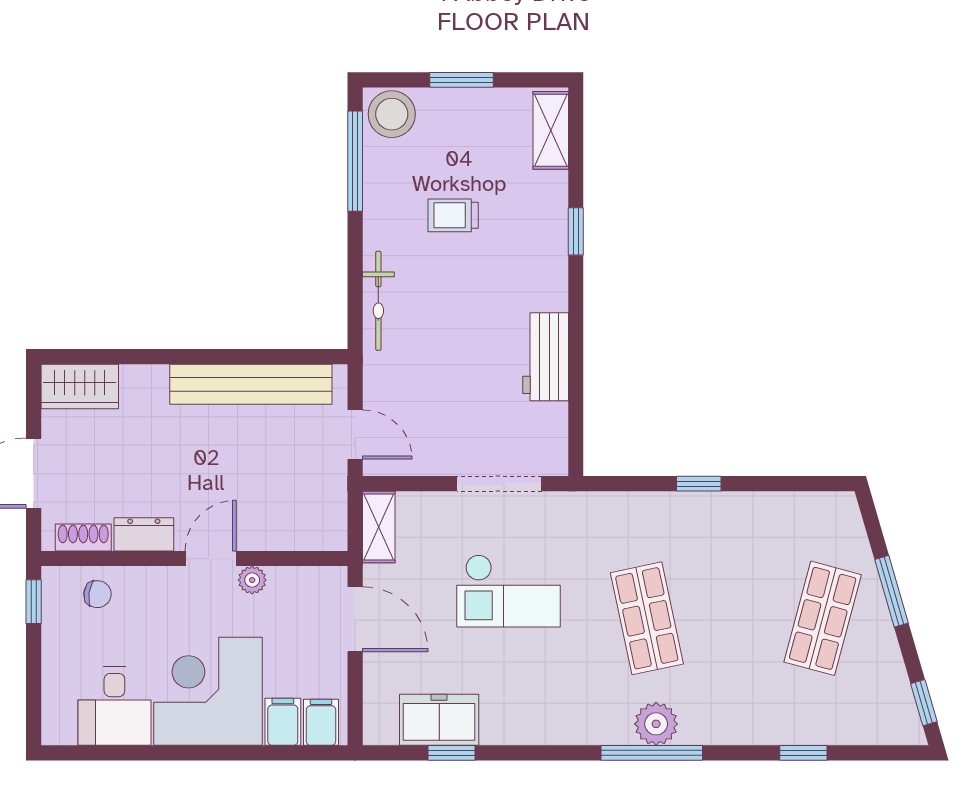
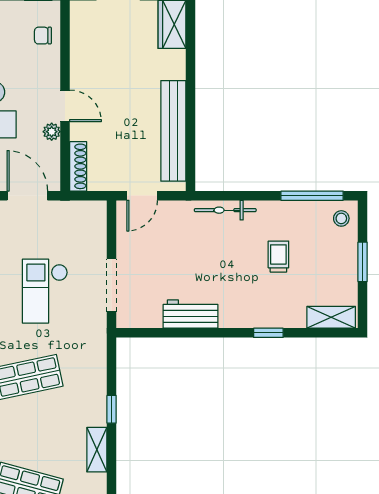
stool: (392, 114) -> (341, 218), width x0.53, depth x0.53
shelving: (379, 527) -> (97, 450), moved, turned 90
dresser: (144, 534) -> (80, 64), removed
shoe rack: (83, 537) -> (78, 166), moved, width x1.43
chair: (97, 594) -> (43, 36), turned 82
door: (355, 619) -> (27, 196), swing flipped

